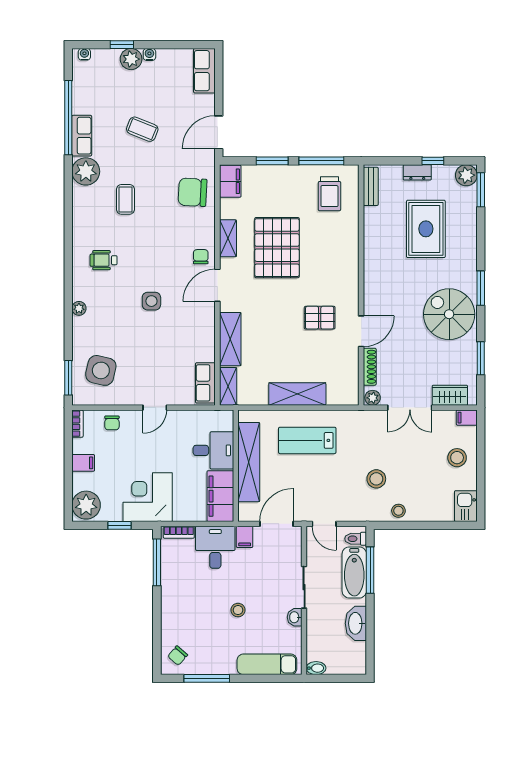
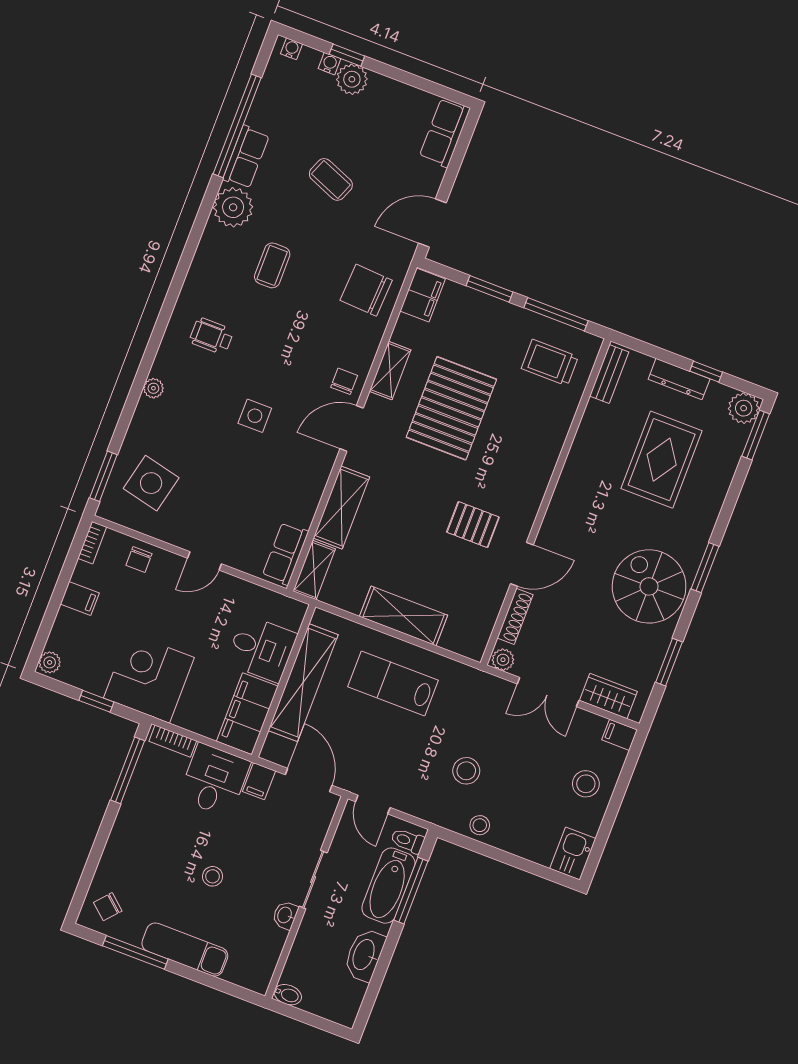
water cooler: (149, 54) -> (330, 64), moved
dresser: (417, 172) -> (679, 379), width x1.44
trolley: (329, 194) -> (550, 363), turned 90
plant: (86, 505) -> (50, 662), width x0.53, depth x0.53
door: (276, 524) -> (309, 780), hinge flipped
exam couch: (267, 664) -> (185, 950), moved

